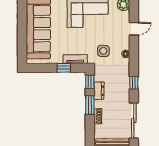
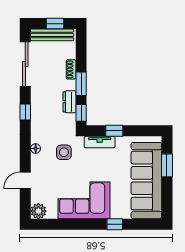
window: (22, 41) -> (167, 165), added

